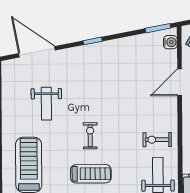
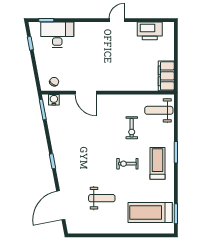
exercise bike: (157, 140) -> (132, 128), moved

